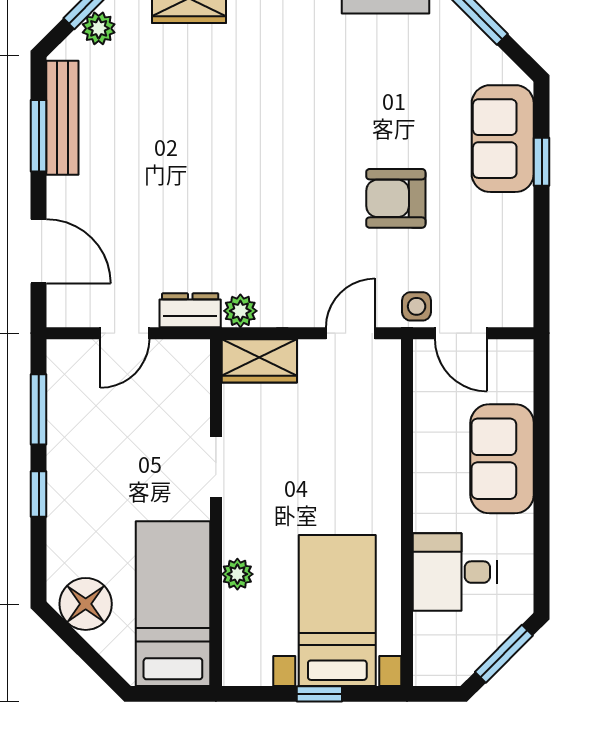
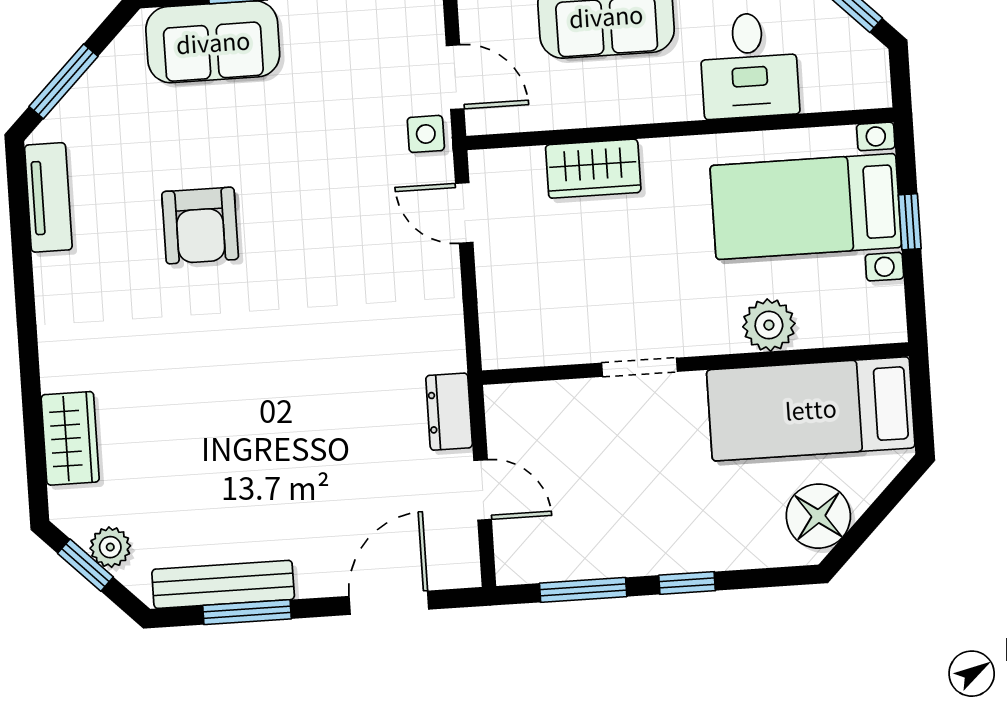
armchair: (396, 198) -> (200, 226), moved
plant: (240, 311) -> (446, 350), removed
door: (461, 333) -> (455, 77), hinge flipped
wardrobe: (259, 361) -> (593, 169), moved, turned 90
plant: (237, 574) -> (769, 325), width x1.38, depth x1.38

